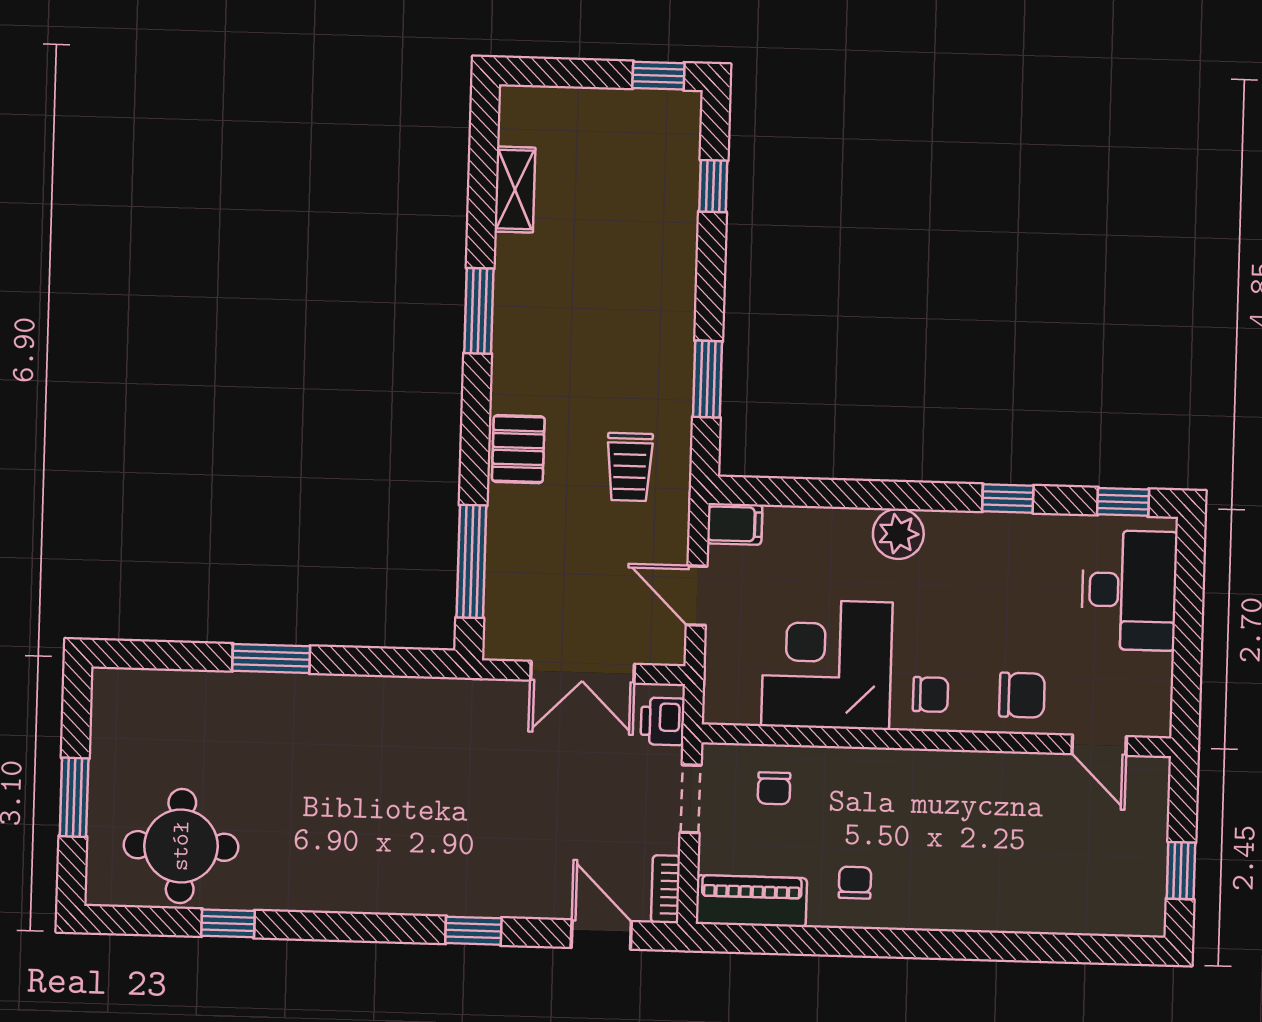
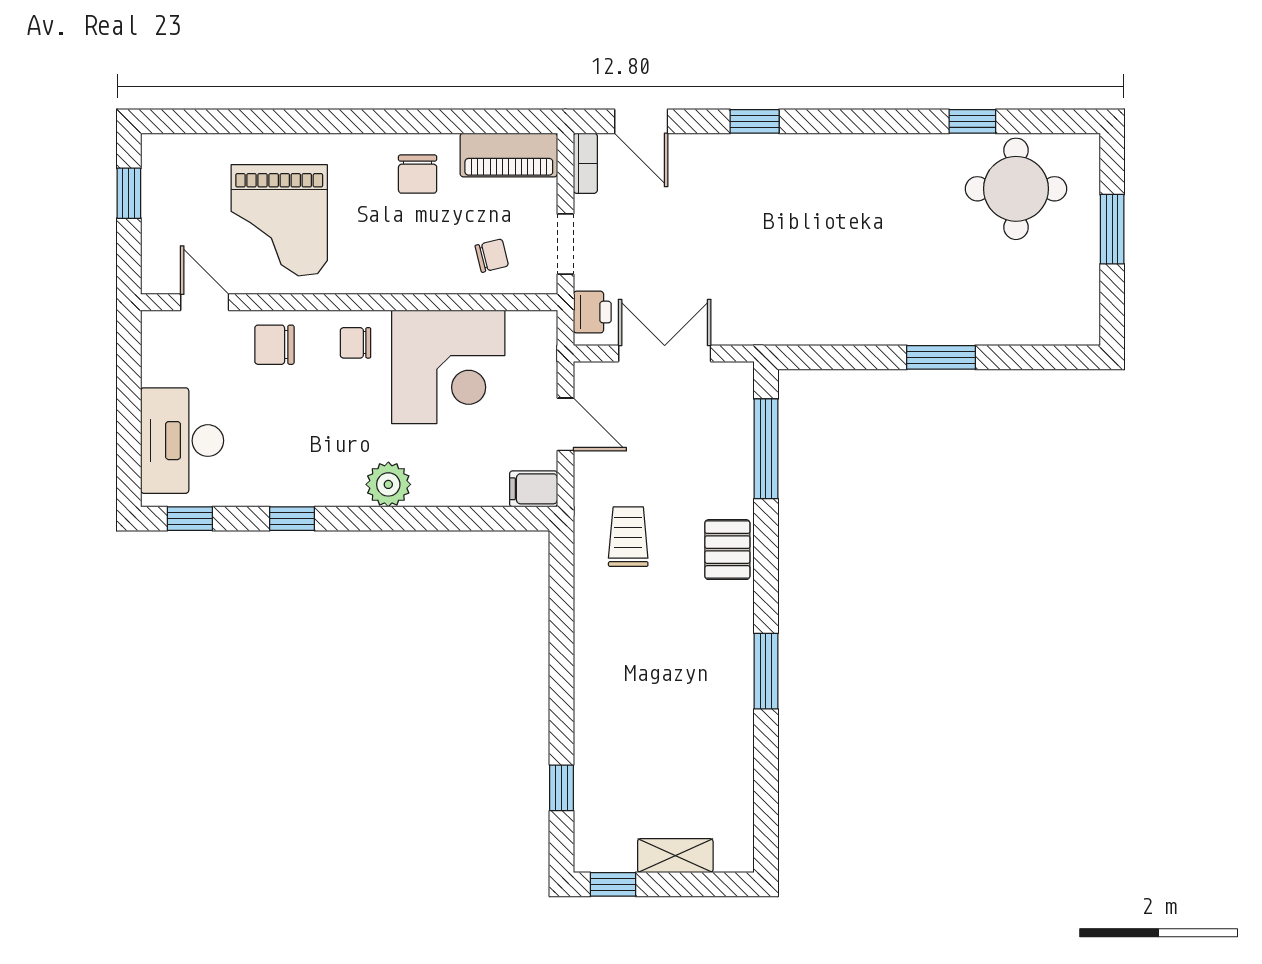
shelving: (515, 190) -> (675, 856), moved, turned 90
window: (708, 379) -> (561, 617), removed
chair: (774, 788) -> (492, 256), turned 76
grand piano: (1012, 835) -> (279, 220), added
chair: (855, 883) -> (418, 174), width x1.37, depth x1.37

